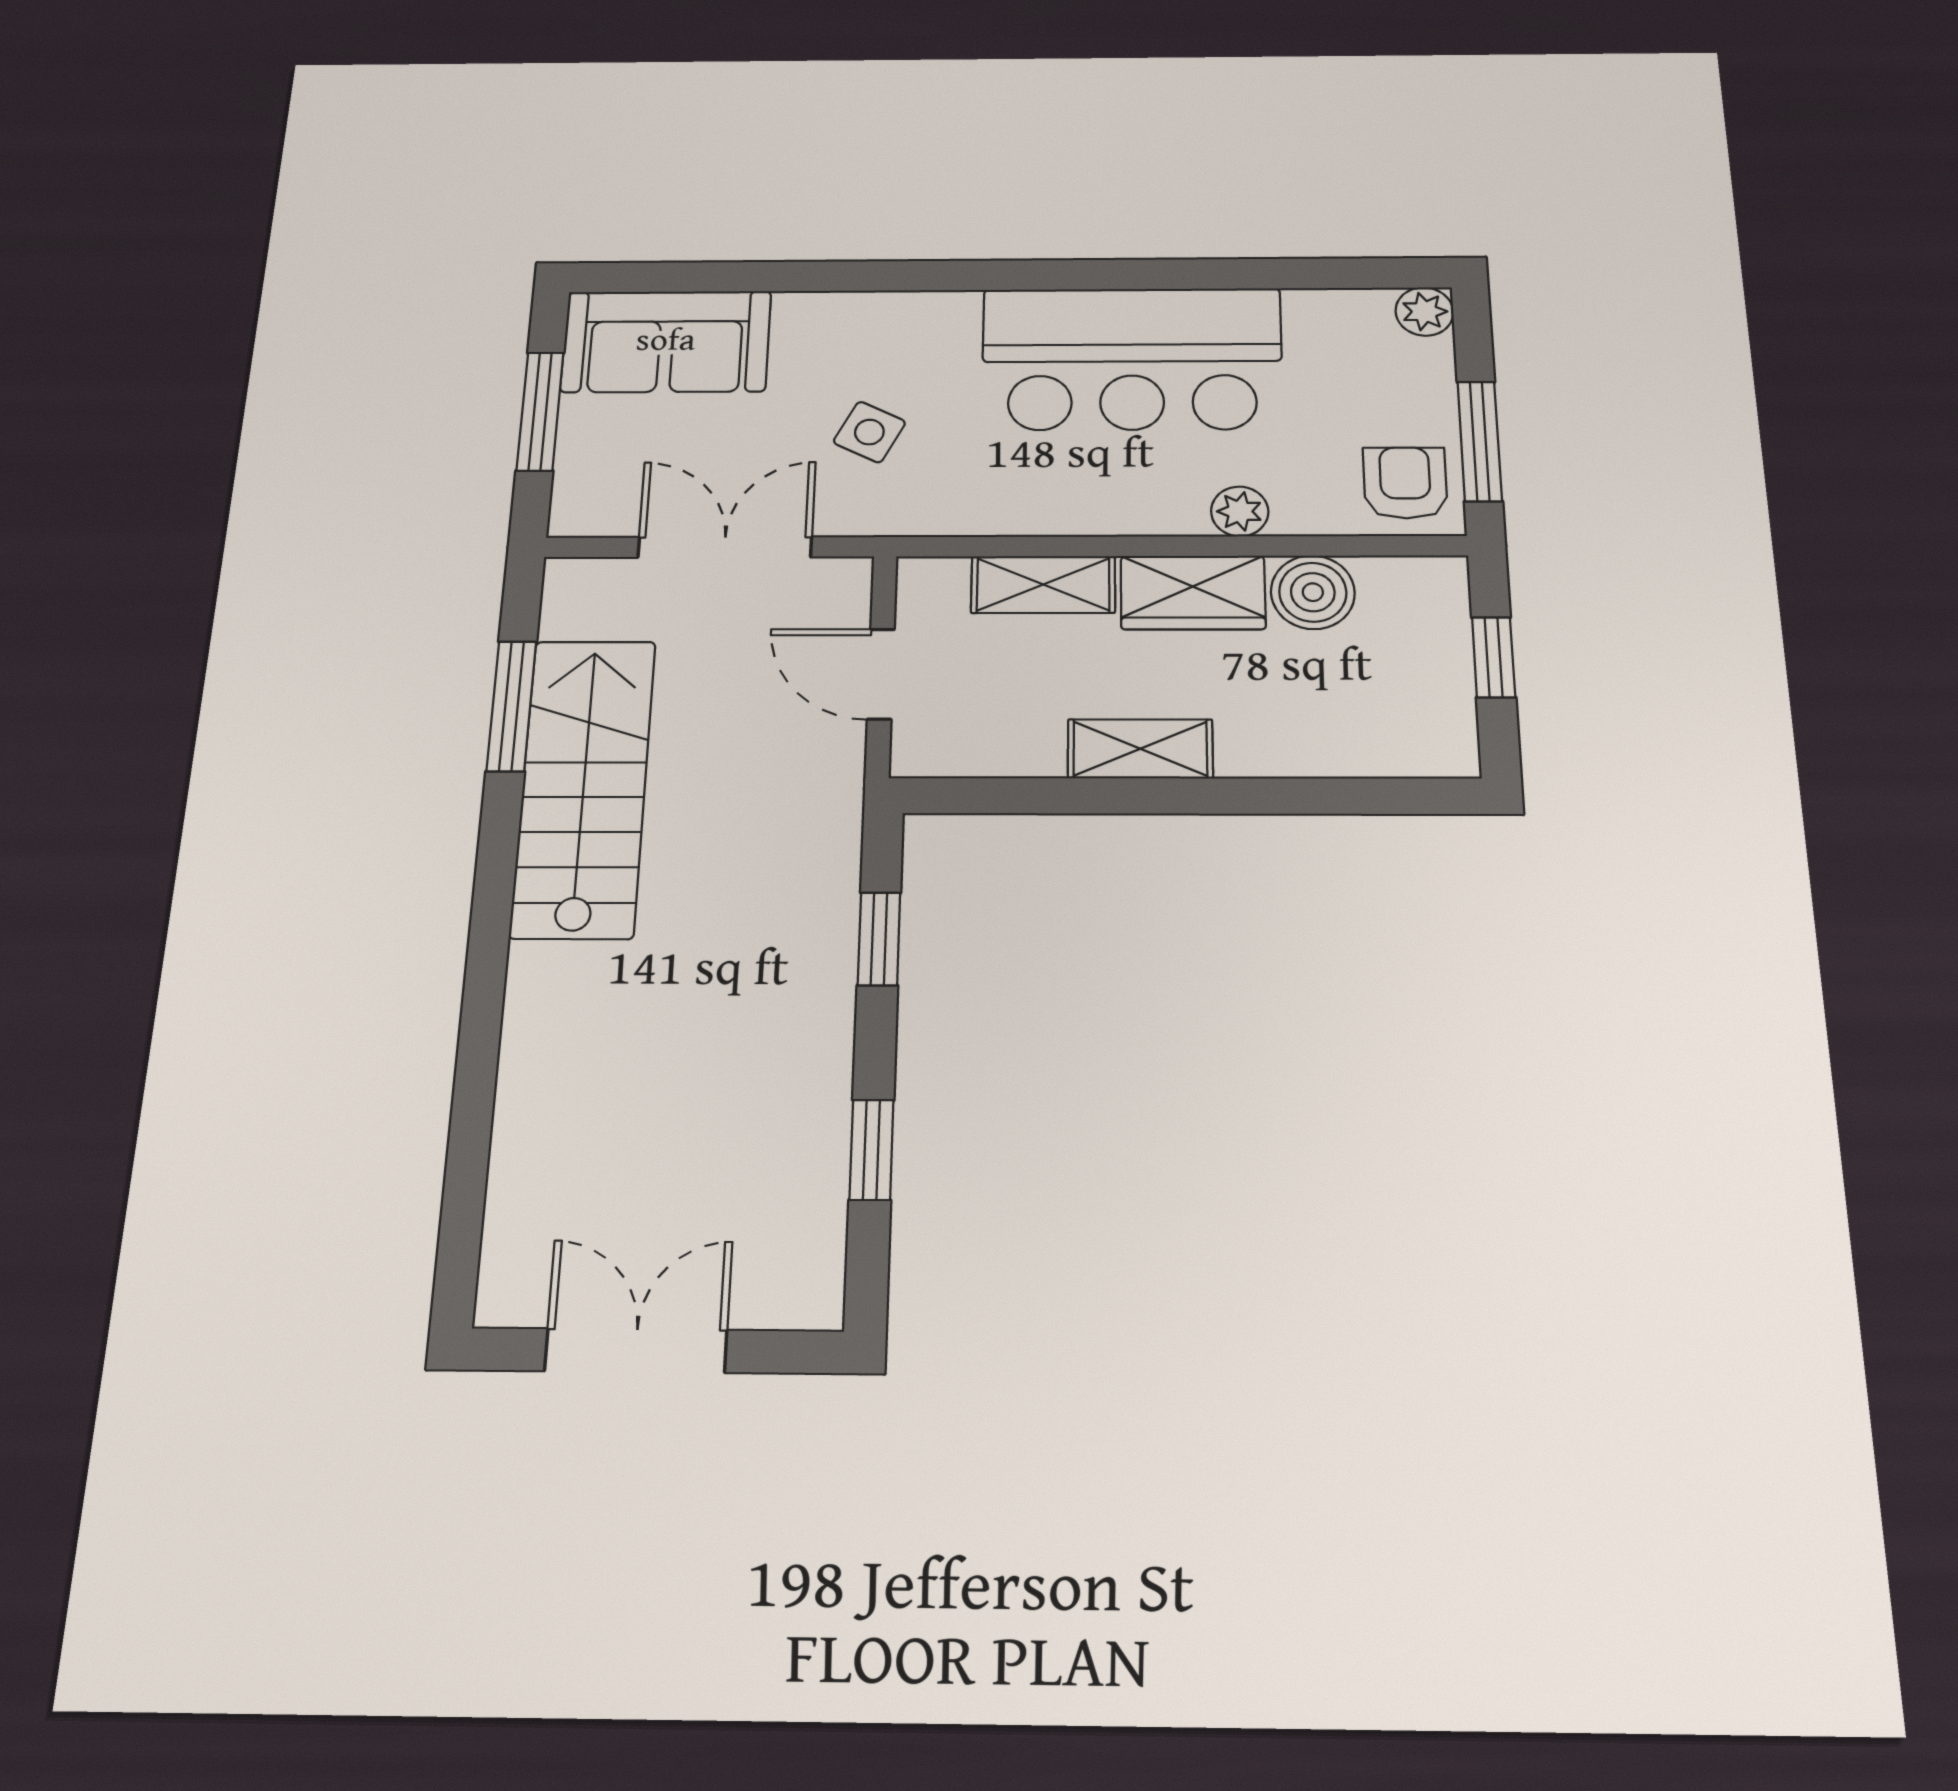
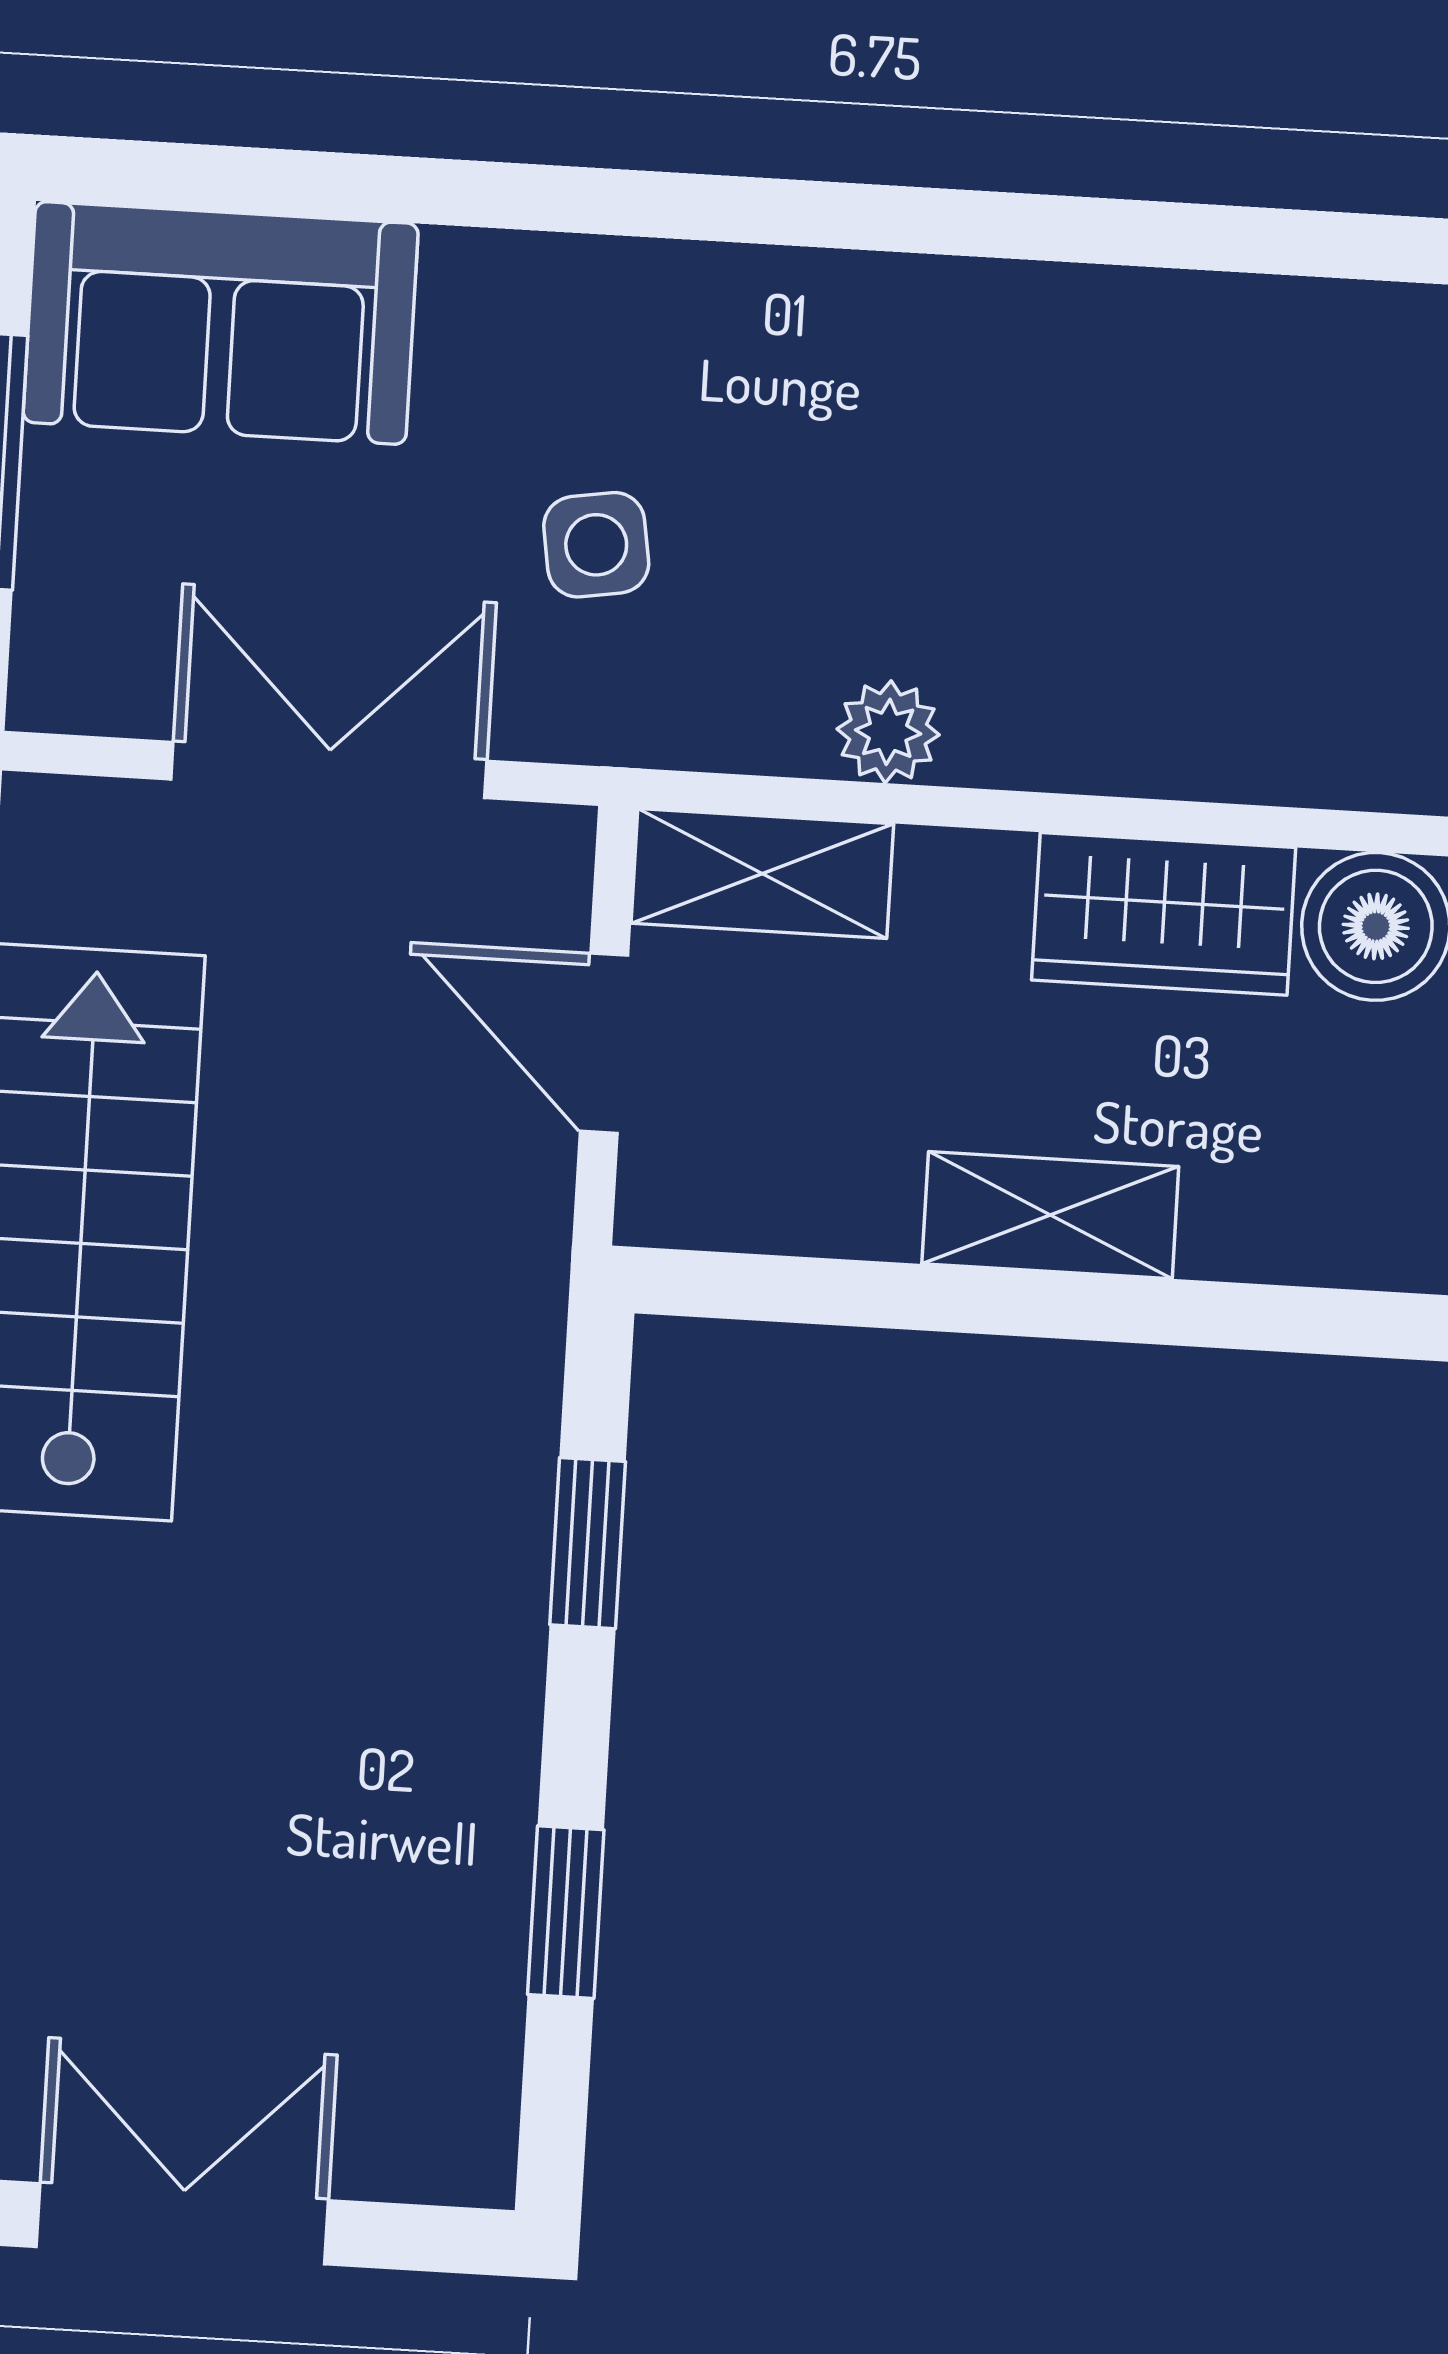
bar counter: (1132, 359) -> (1087, 417), removed
side table: (869, 432) -> (596, 545), turned -36
plant: (1240, 511) -> (888, 732), moved
shelving: (1043, 584) -> (762, 873), moved

